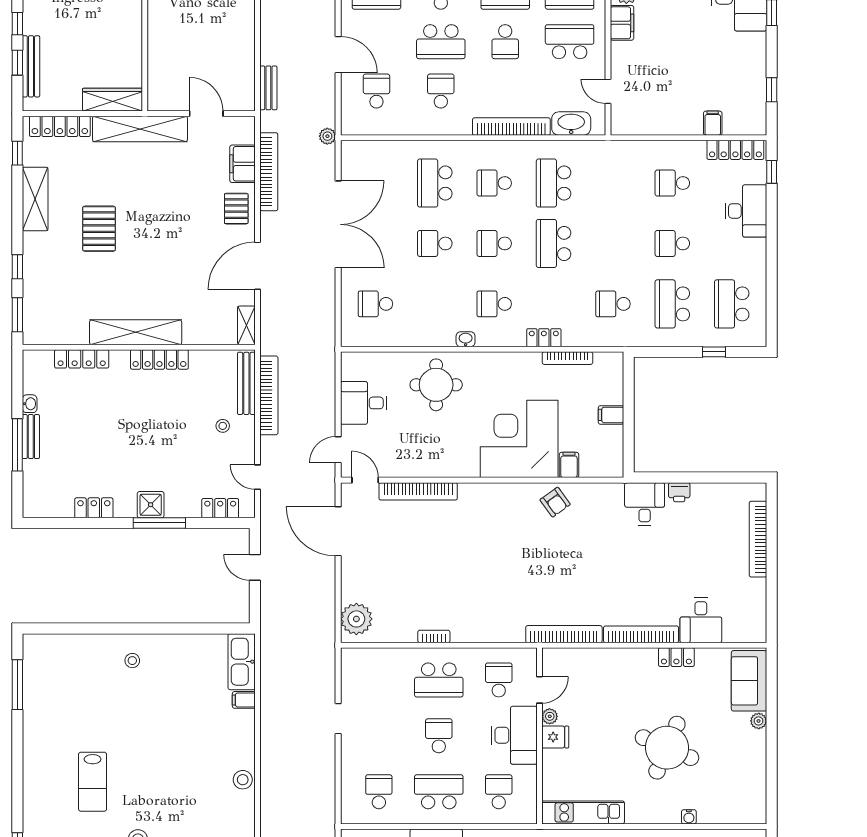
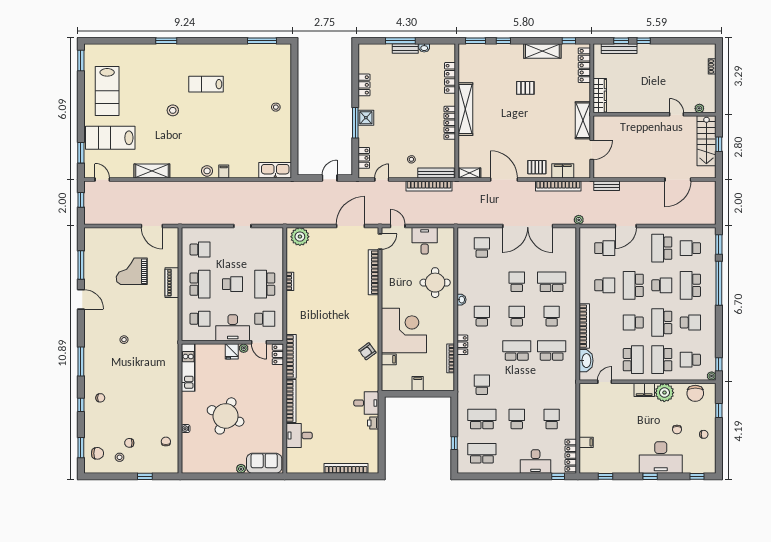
shelving: (140, 129) -> (583, 120), width x0.68
pallet: (99, 229) -> (525, 88), width x0.67, depth x0.71
locker: (676, 657) -> (278, 354), moved
filing cabinet: (244, 700) -> (224, 172), moved

